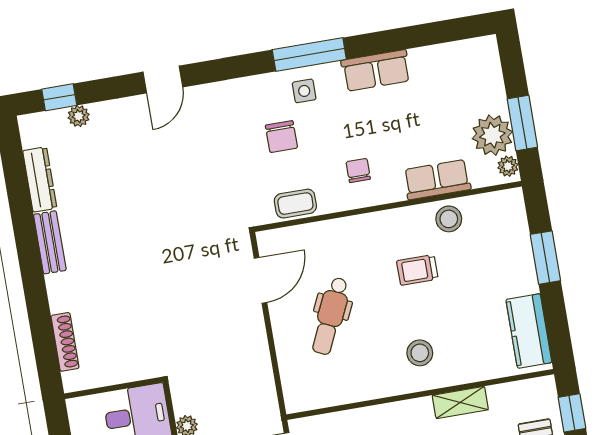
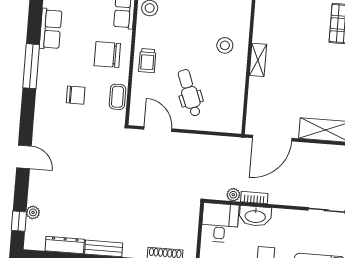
side table: (304, 91) -> (52, 75), removed
chair: (358, 170) -> (107, 55), width x1.87, depth x1.87
trolley: (417, 270) -> (147, 61), moved
dental chair: (330, 316) -> (190, 93), turned -136
shelving: (460, 402) -> (258, 60), moved

